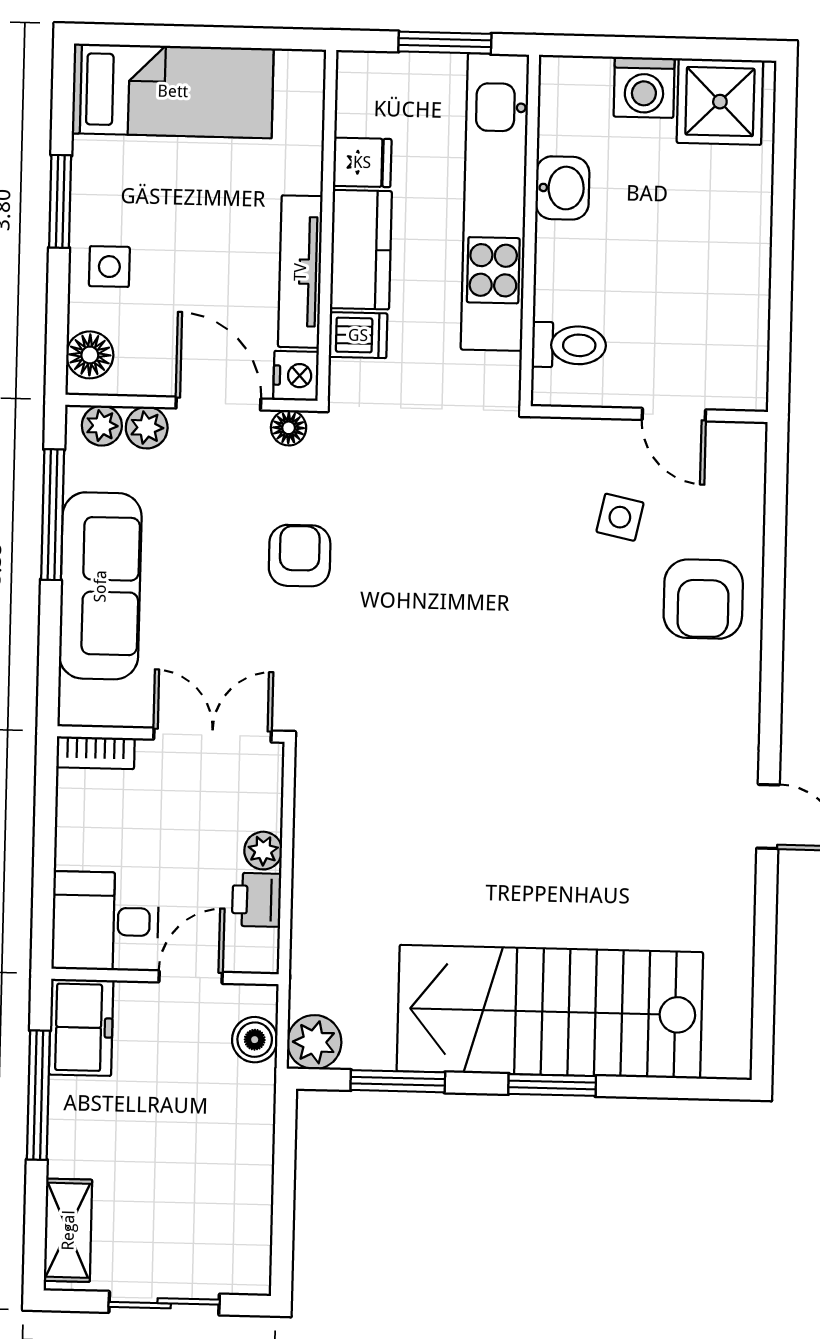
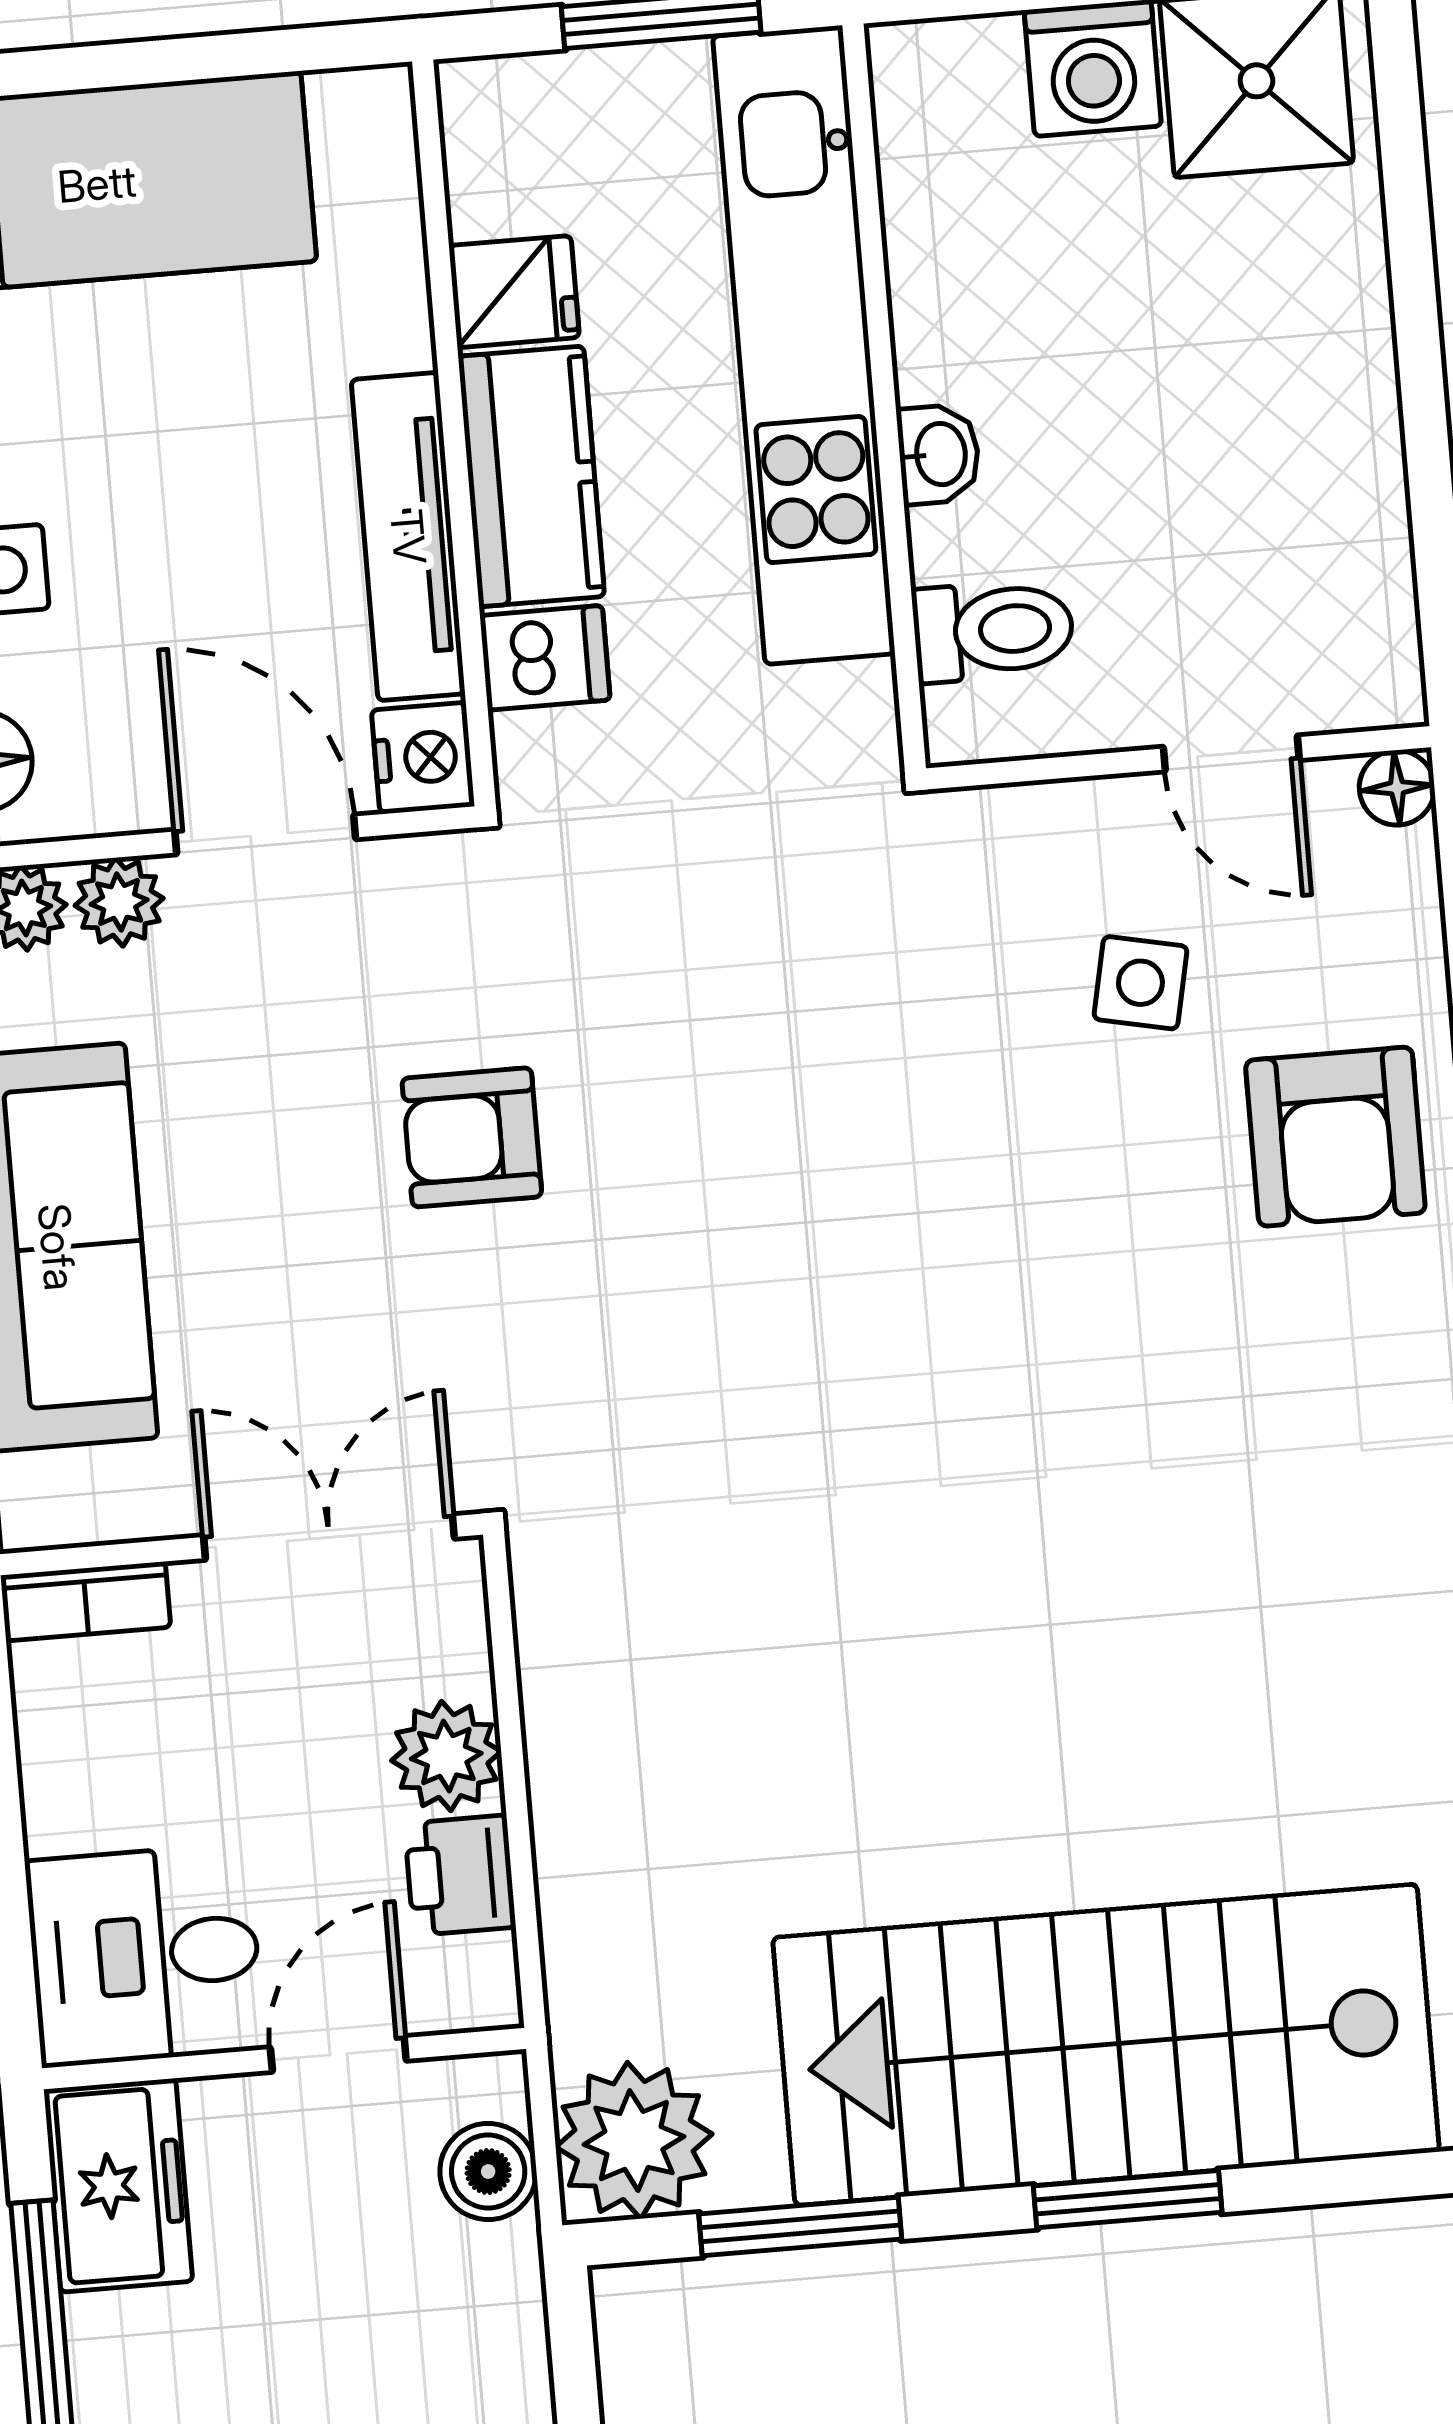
washbasin: (562, 188) -> (939, 454), moved, width x0.72, depth x0.69
floor lamp: (289, 428) -> (1397, 788), moved
armchair: (300, 556) -> (472, 1137), turned -90
plant: (263, 851) -> (446, 1756), width x1.38, depth x1.38
plant: (314, 1042) -> (634, 2140), width x1.36, depth x1.36

